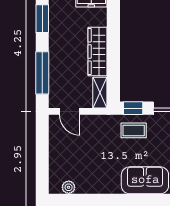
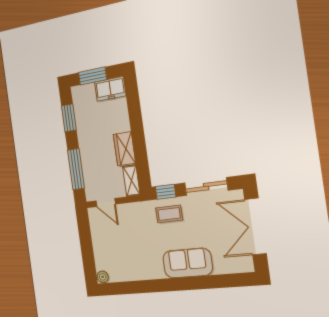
wardrobe: (97, 52) -> (124, 149), width x0.67
plant: (69, 187) -> (103, 277), moved

